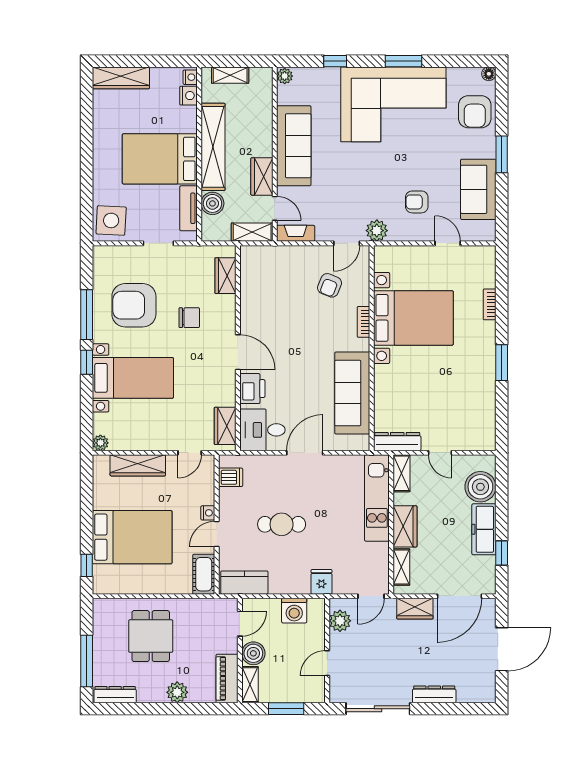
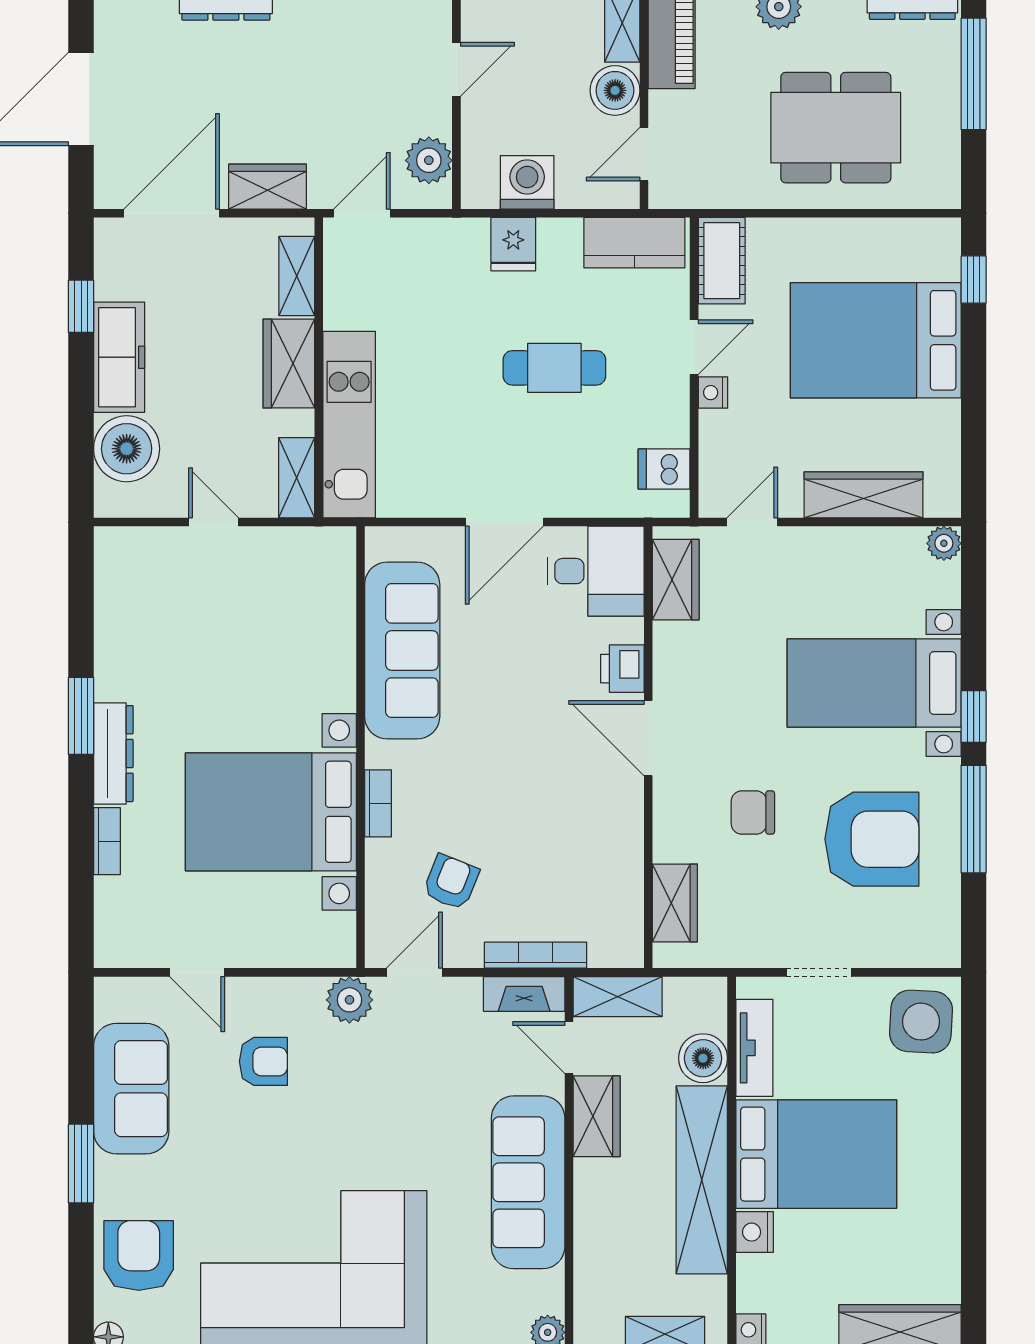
nightstand: (188, 96) -> (755, 1232), moved
bookcase: (290, 251) -> (535, 955), added
printer: (252, 389) -> (622, 669), width x0.73, depth x0.81
dresser: (397, 442) -> (113, 754), moved, turned -90
fridge: (321, 582) -> (513, 244), moved
dining table: (151, 636) -> (836, 128), width x1.38

